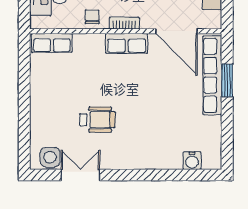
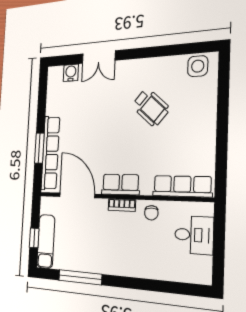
row of seats: (52, 43) -> (182, 186), width x1.48
wheelchair: (97, 120) -> (151, 107), turned -139
double door: (80, 175) -> (99, 57), moved

